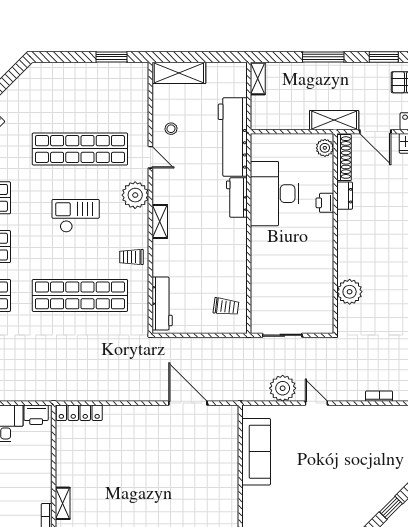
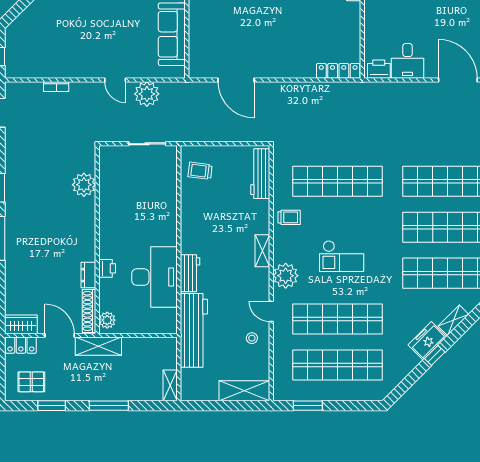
shop shelf: (80, 100) -> (338, 365), added

